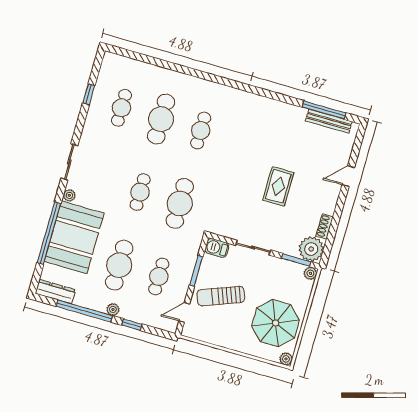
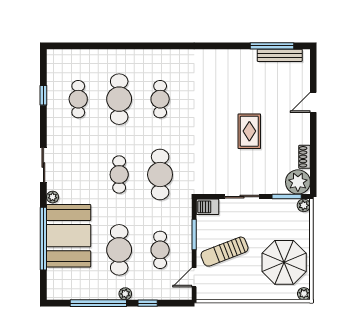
dresser: (55, 292) -> (65, 293), removed

